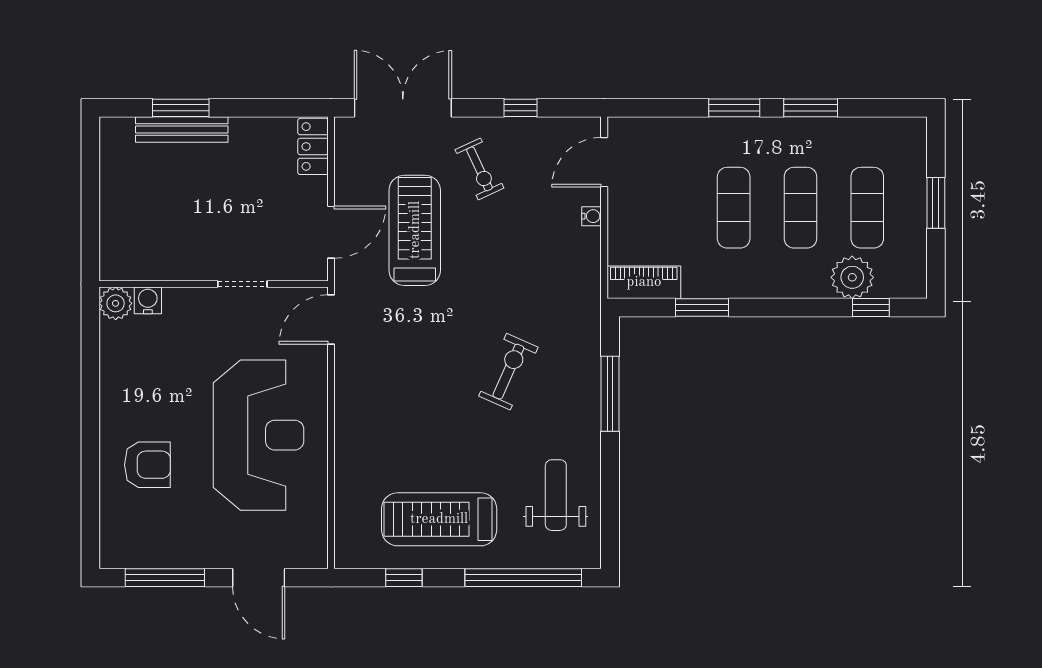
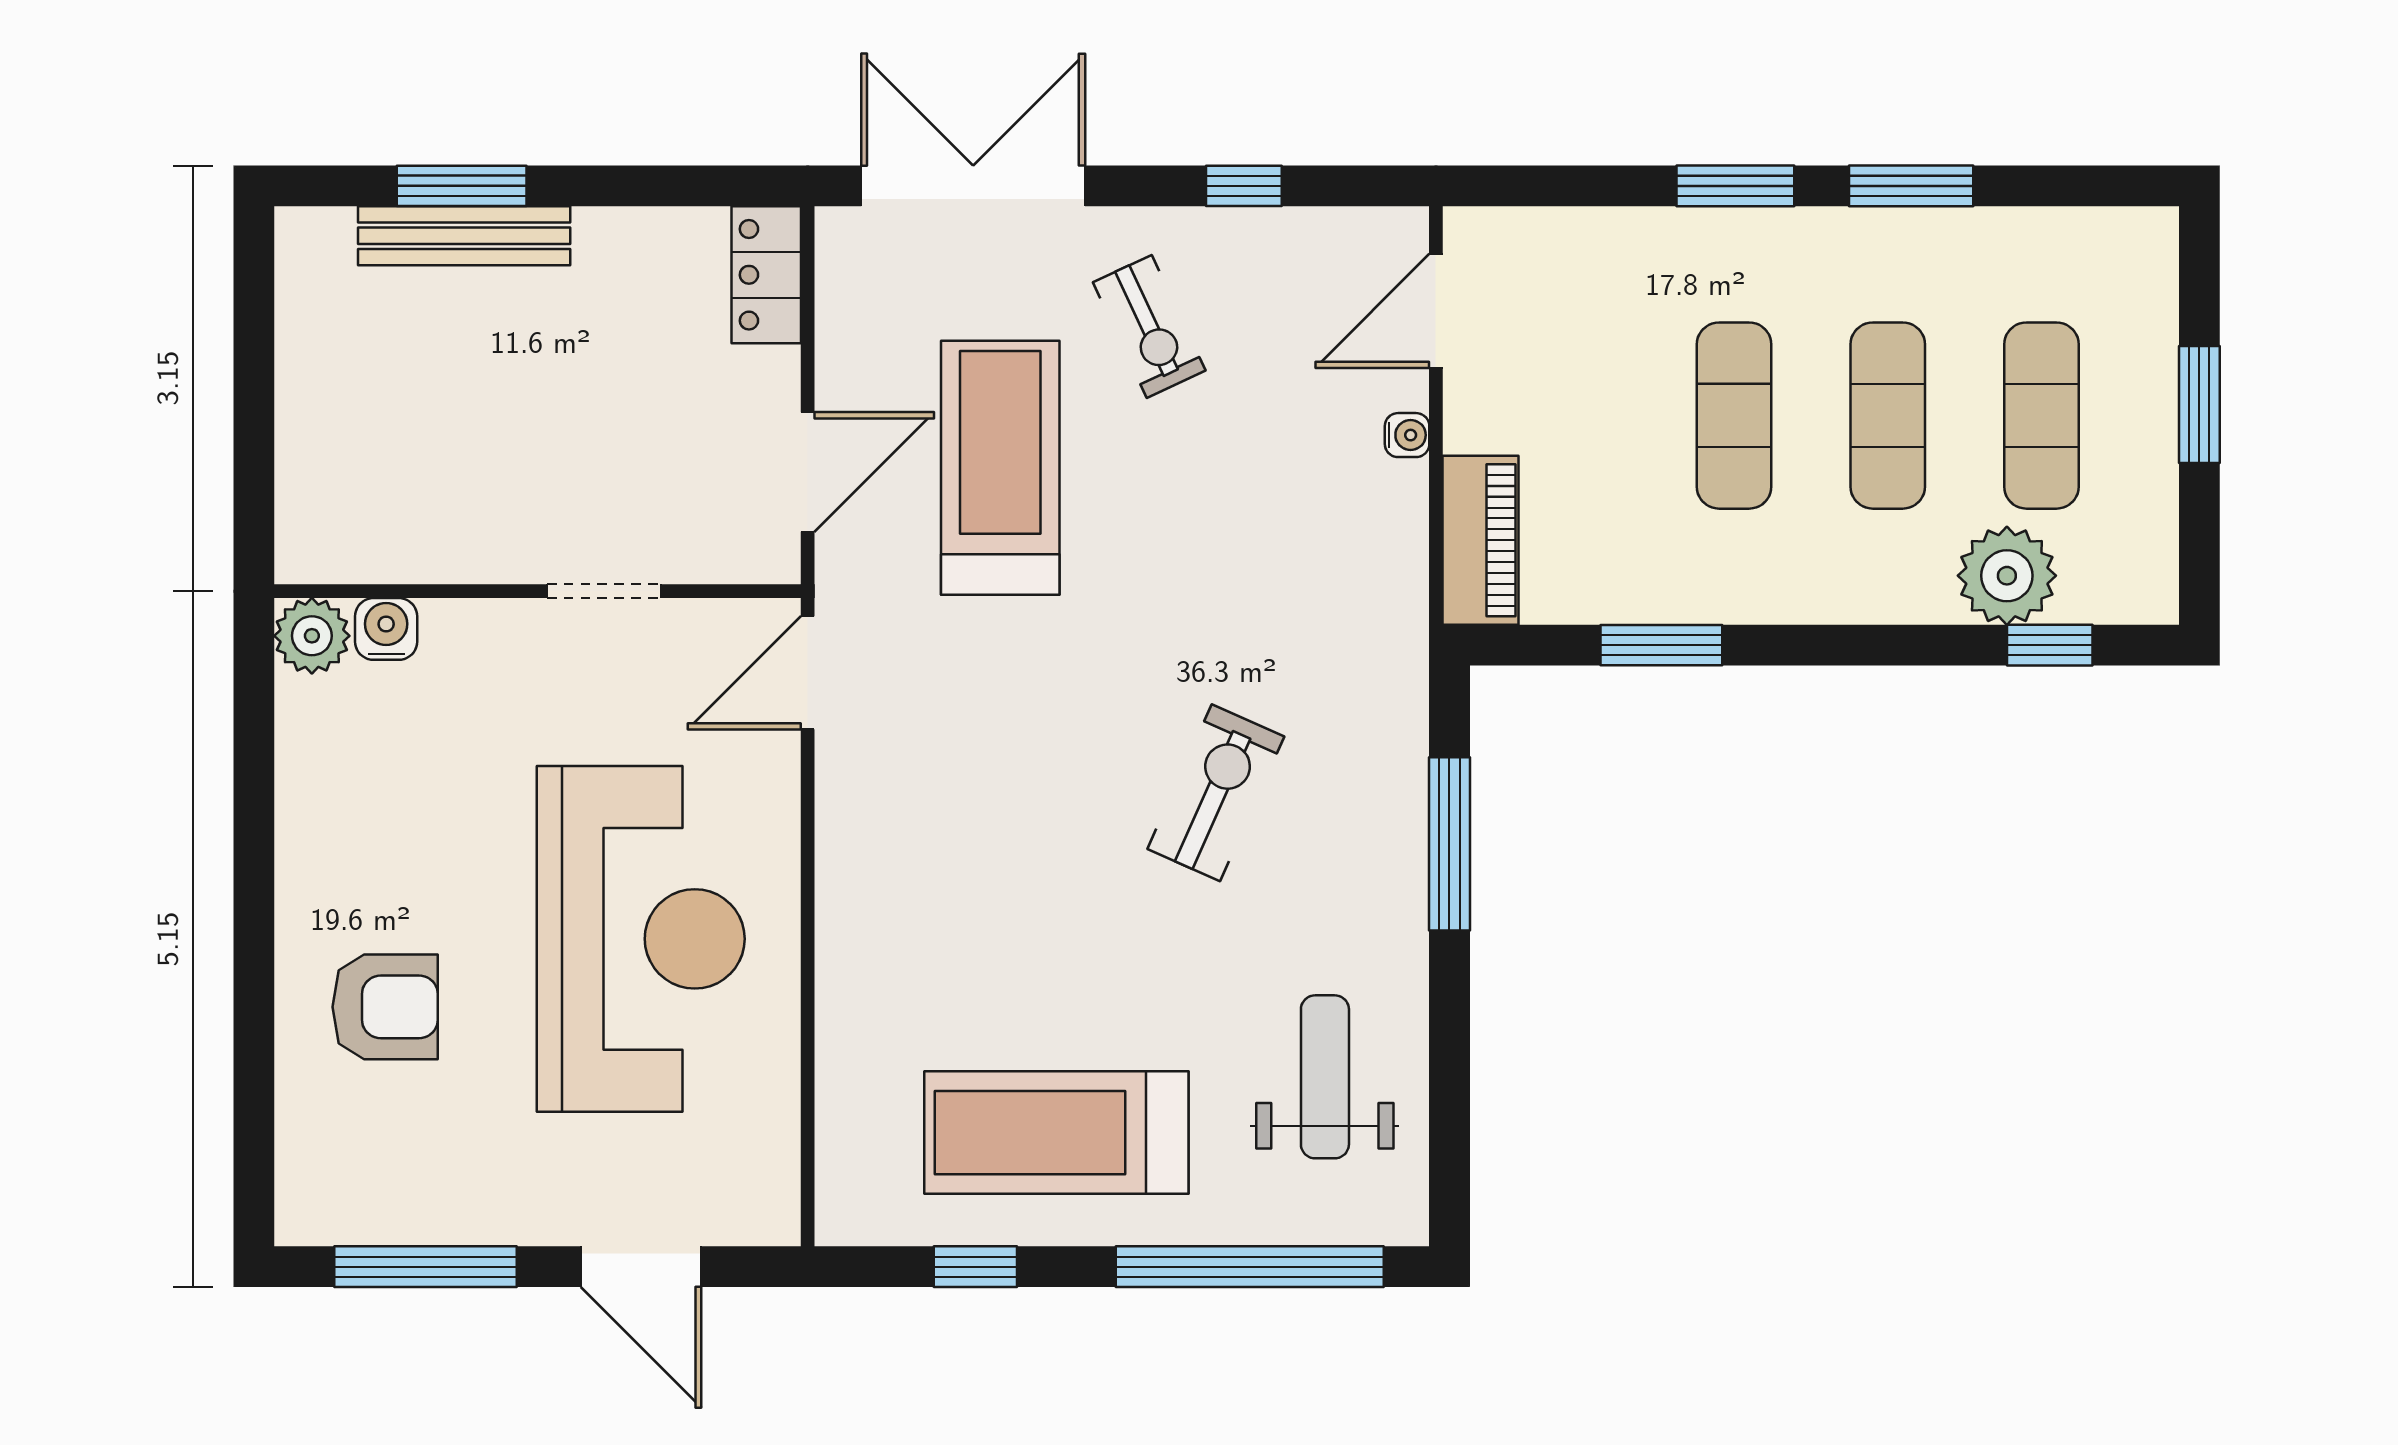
piano: (644, 282) -> (1481, 540), moved, turned 90

